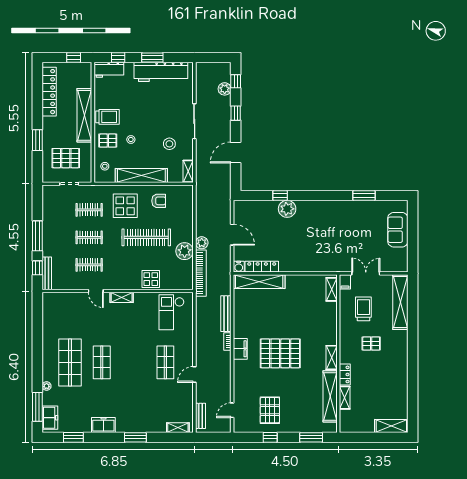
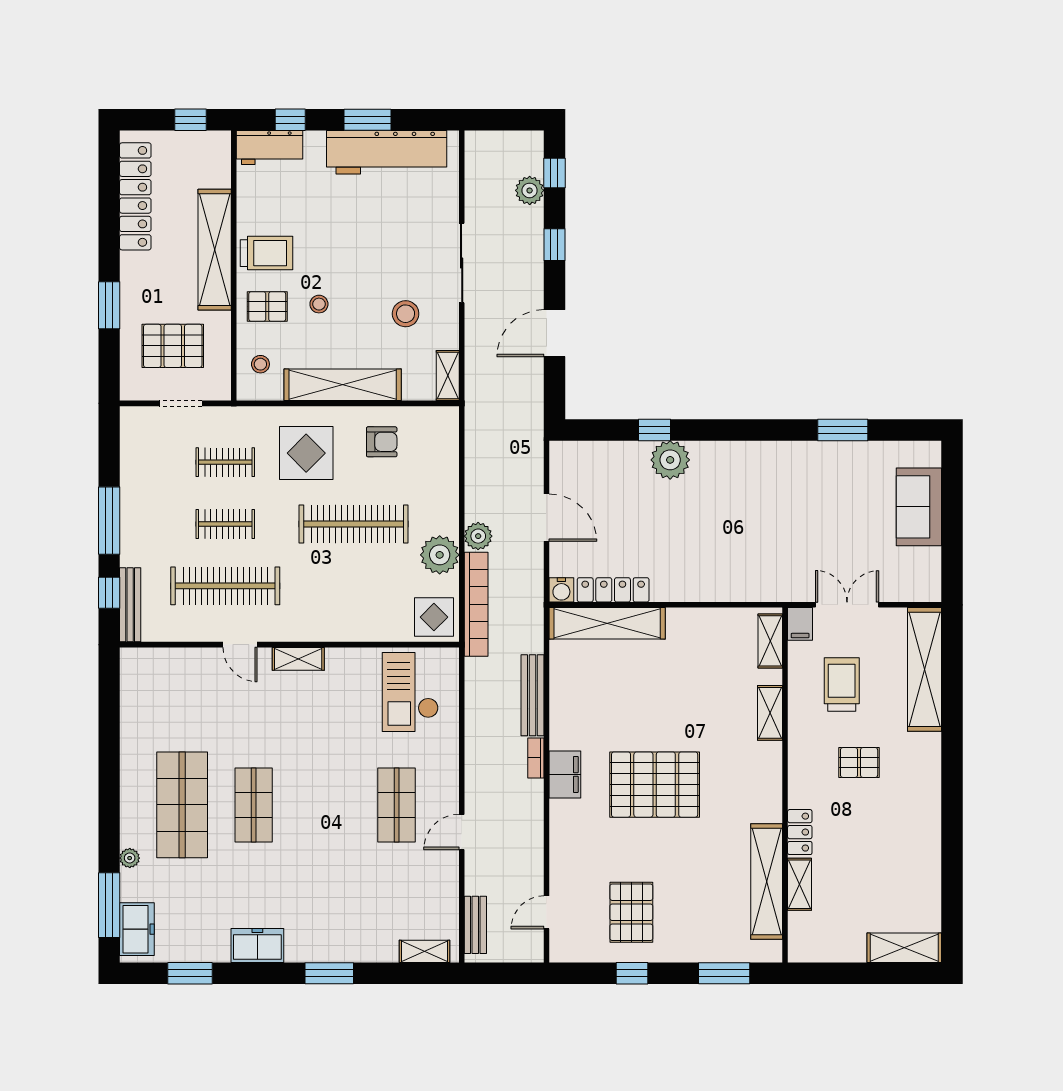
clothes rail: (89, 265) -> (225, 586), width x1.86, depth x1.31
display table: (151, 279) -> (434, 617), moved
shelving: (332, 358) -> (770, 713), moved

